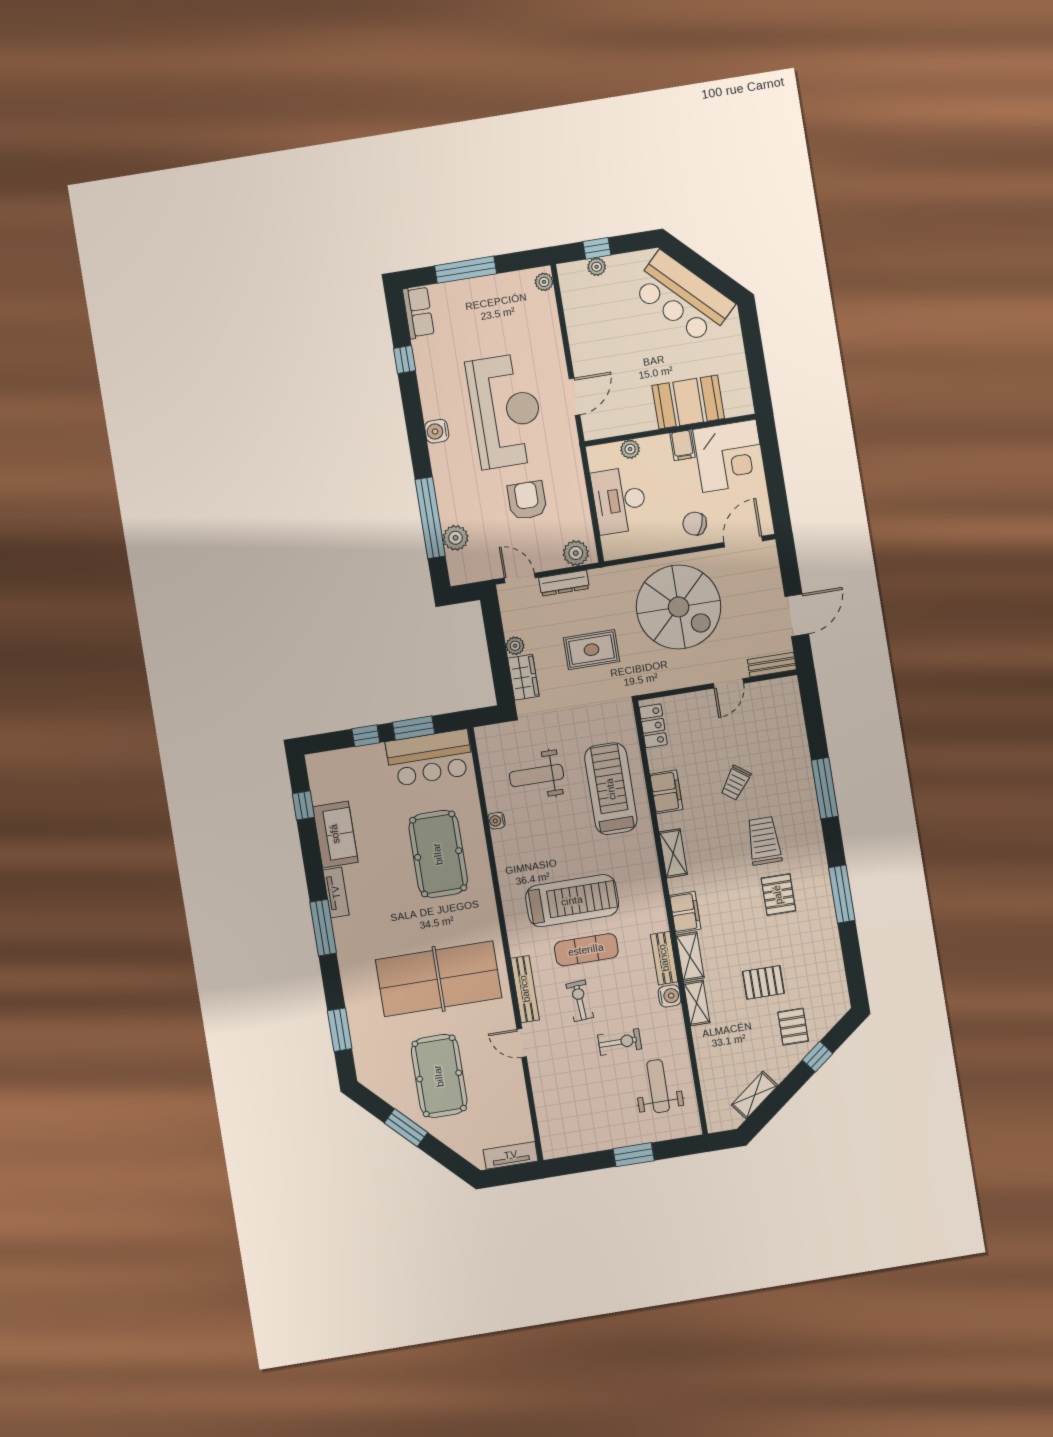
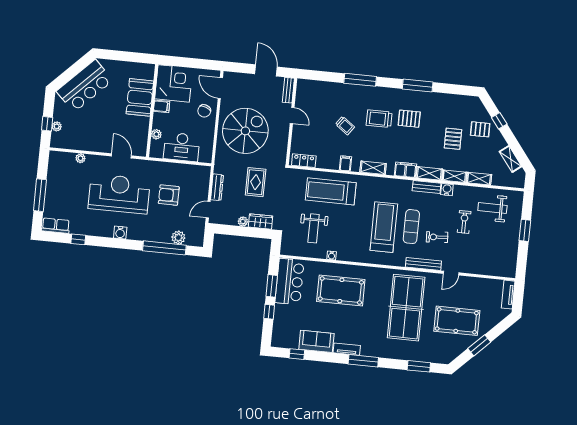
plant: (544, 282) -> (80, 158), moved
plant: (576, 553) -> (203, 177), removed
filing cabinet: (666, 792) -> (345, 163), width x0.50
shelving: (704, 1048) -> (479, 179), added

